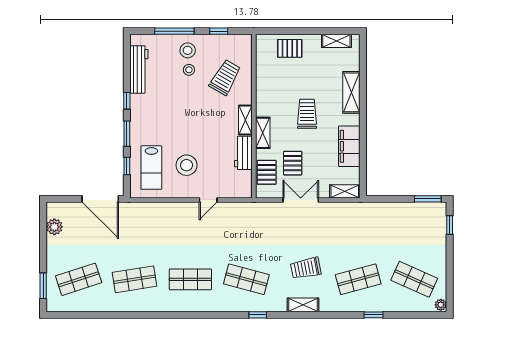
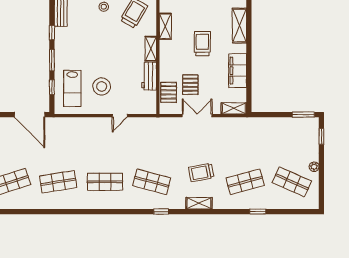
shelving: (263, 133) -> (165, 26), moved
plant: (441, 305) -> (314, 167), moved

